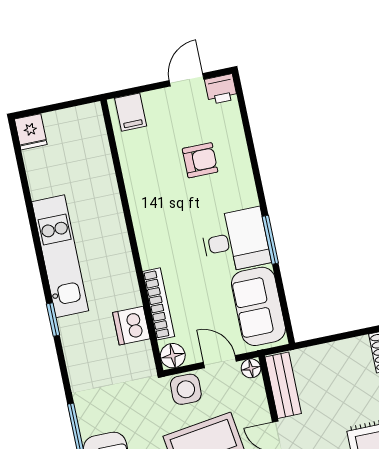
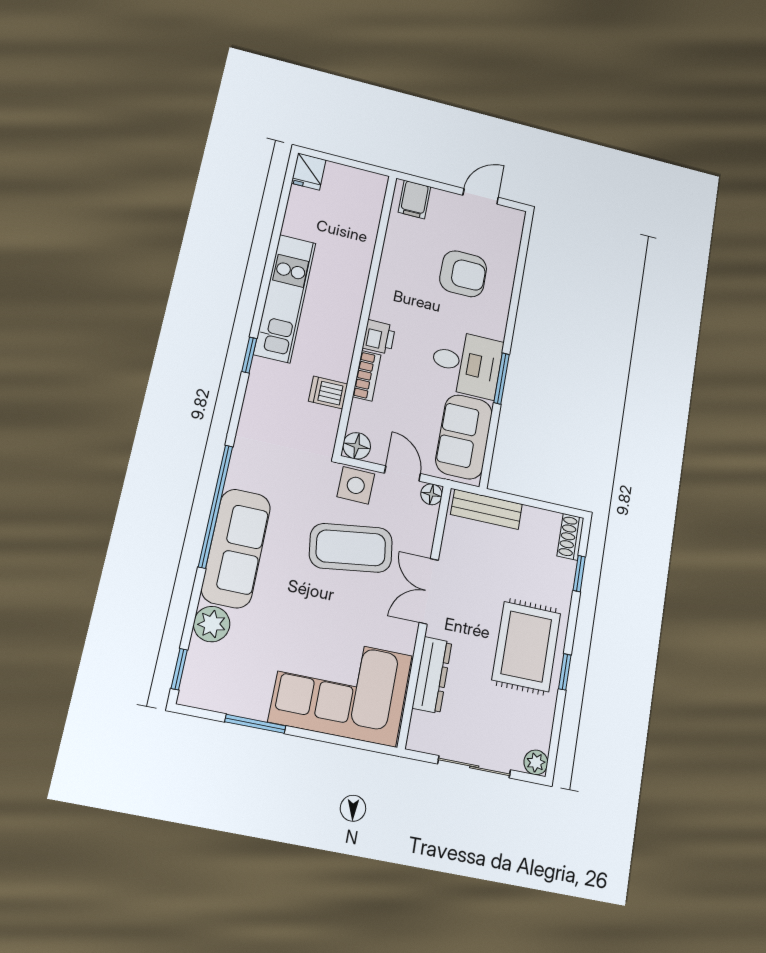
printer: (221, 89) -> (379, 337), moved, turned -90
armchair: (200, 160) -> (463, 274), width x1.38, depth x1.38
bookcase: (159, 304) -> (367, 376), width x0.64
dishwasher: (131, 326) -> (328, 393), width x0.73
bench: (283, 385) -> (487, 509), moved, turned 90

